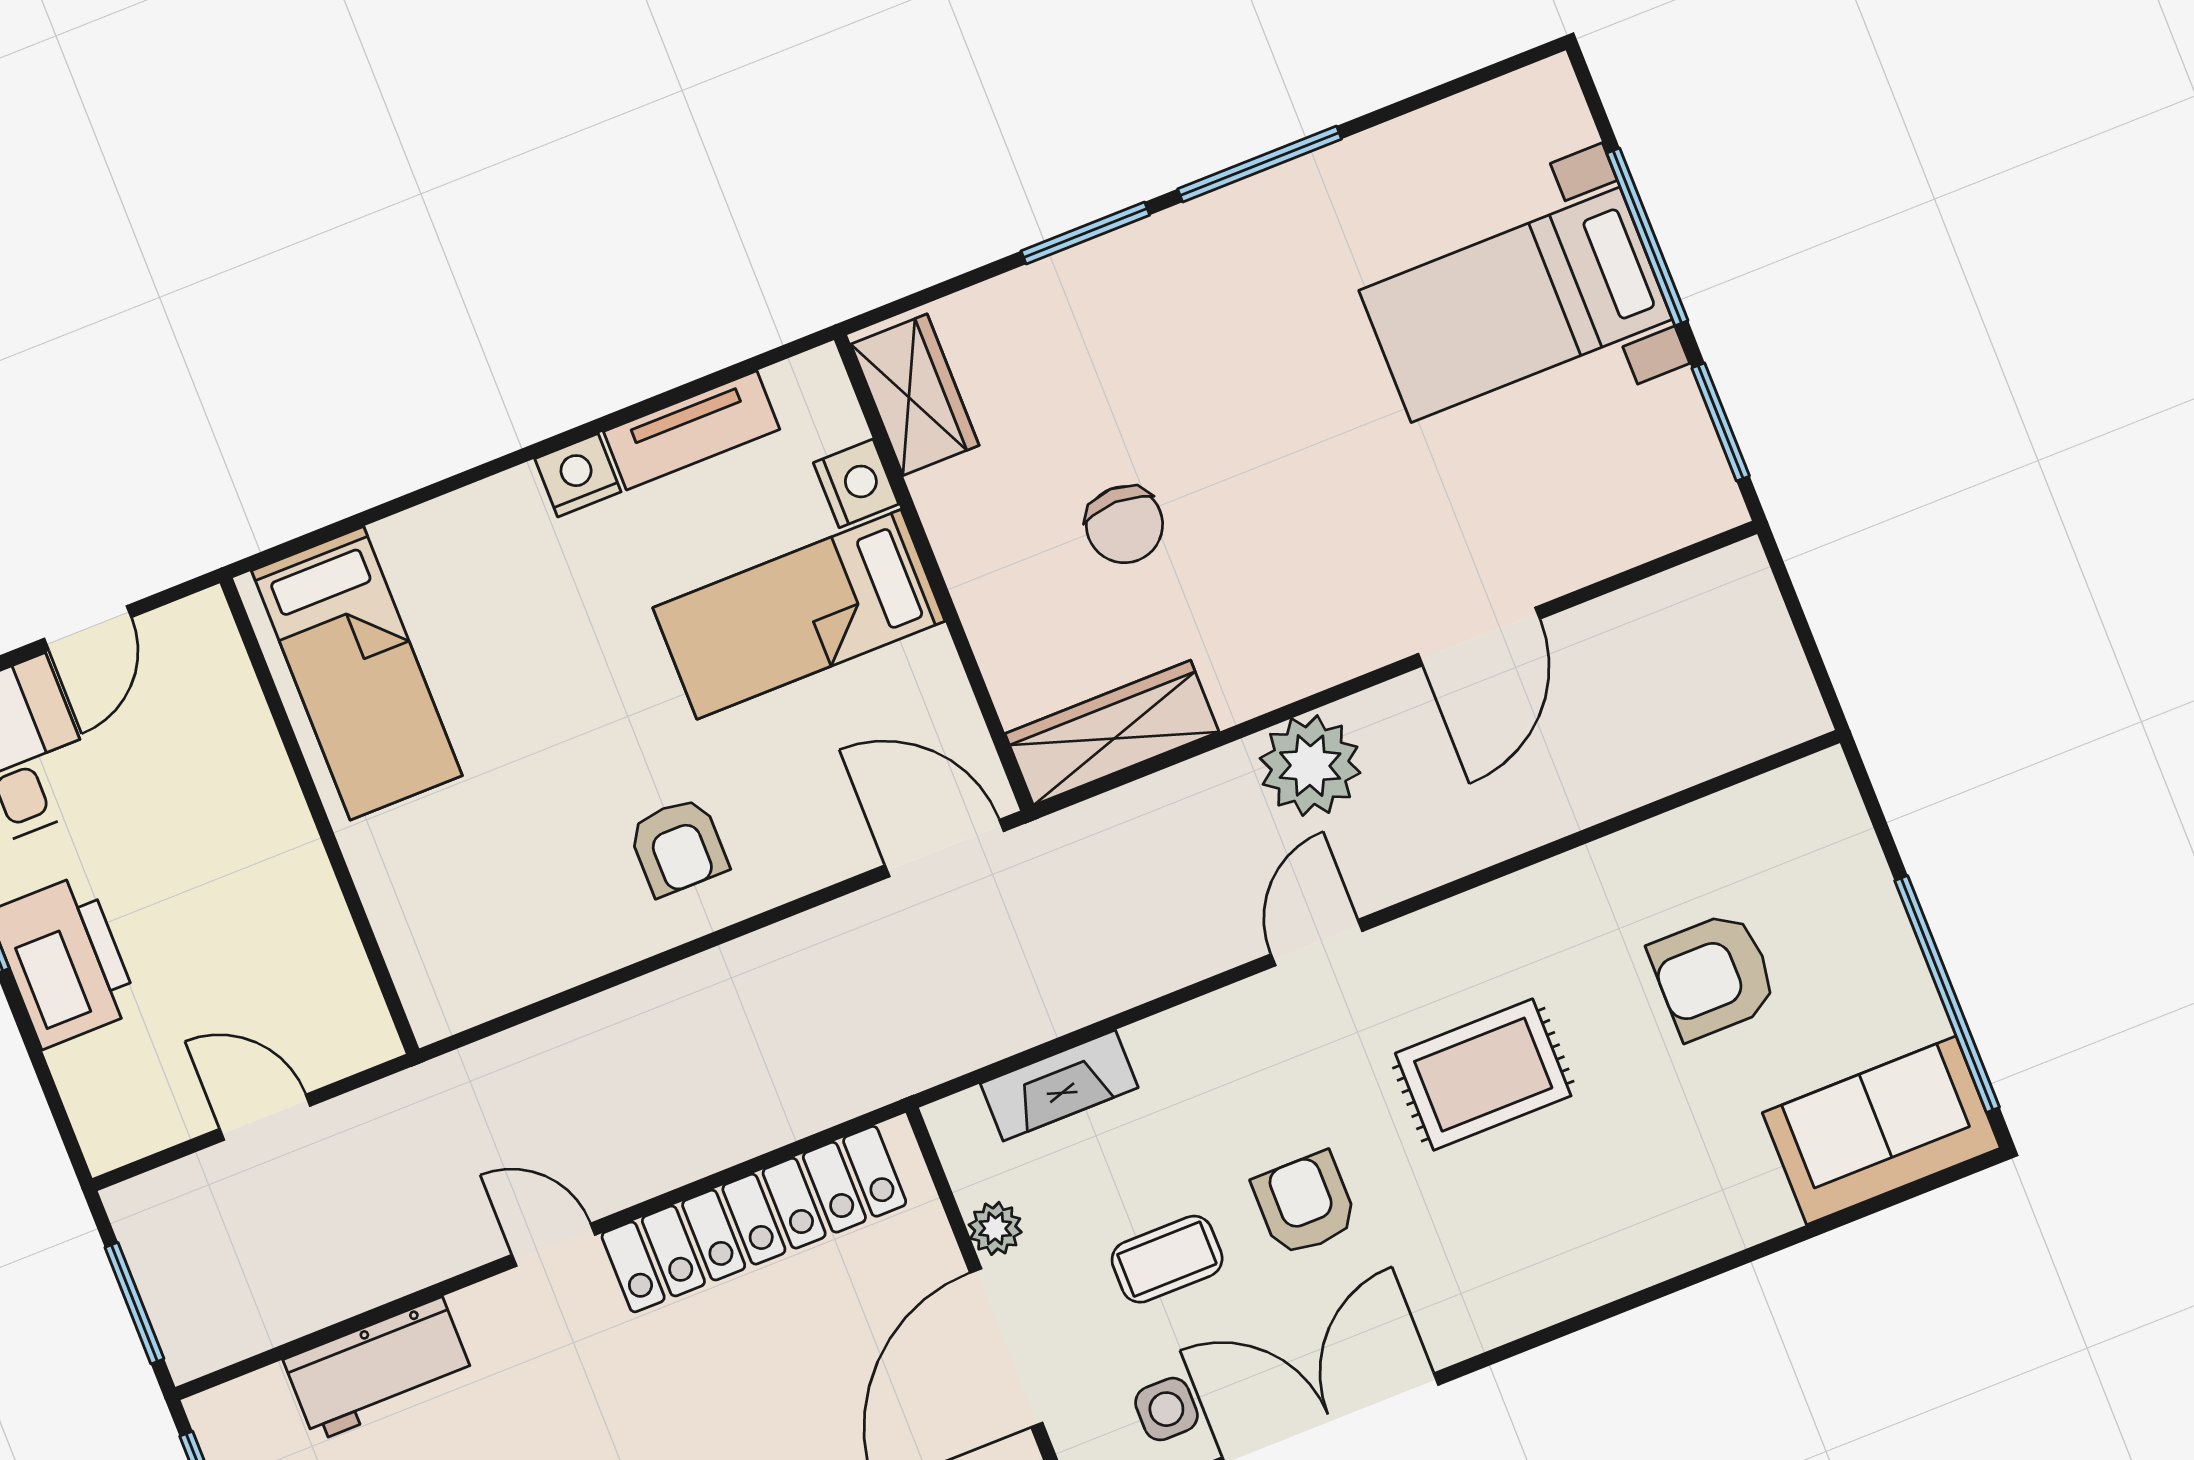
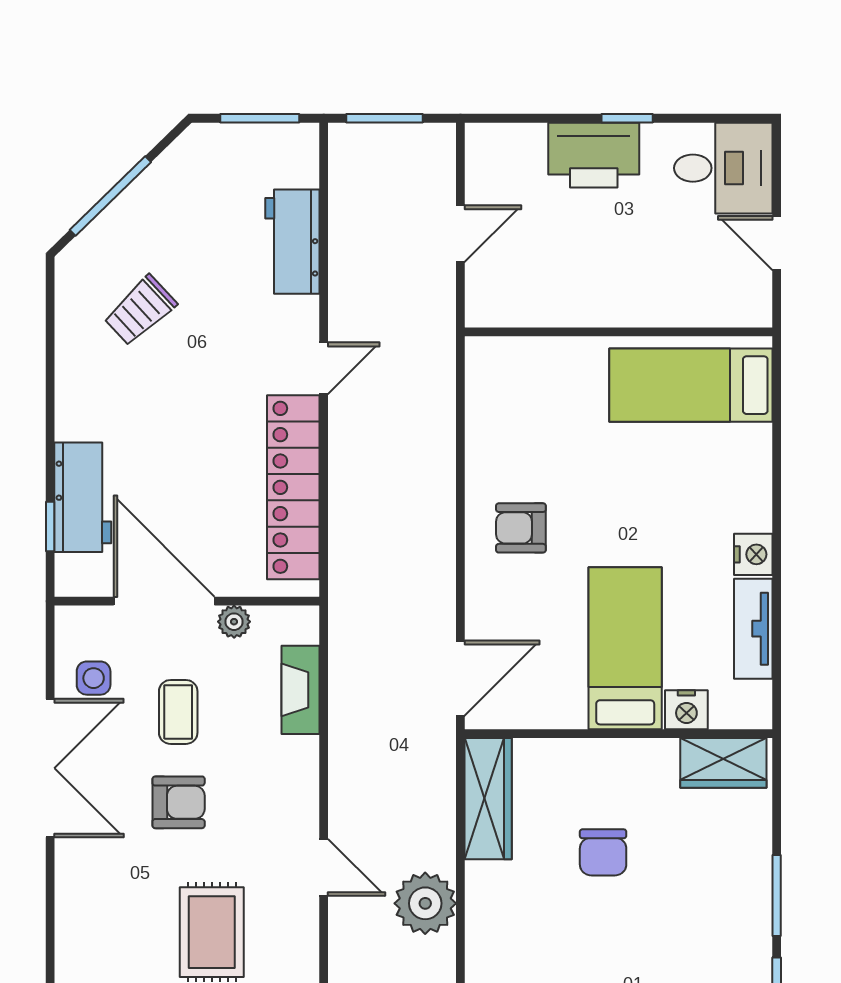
chair: (1124, 525) -> (603, 852), turned -90

